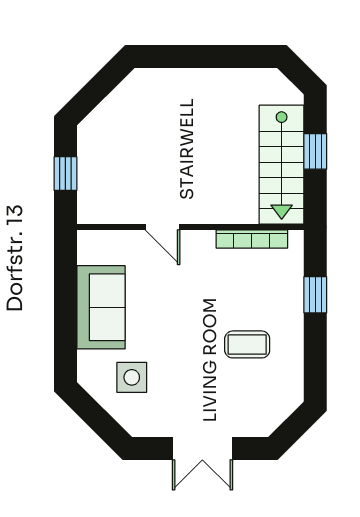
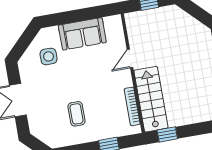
window: (315, 151) -> (167, 134), moved
stairs: (282, 165) -> (151, 99), moved, turned 90

